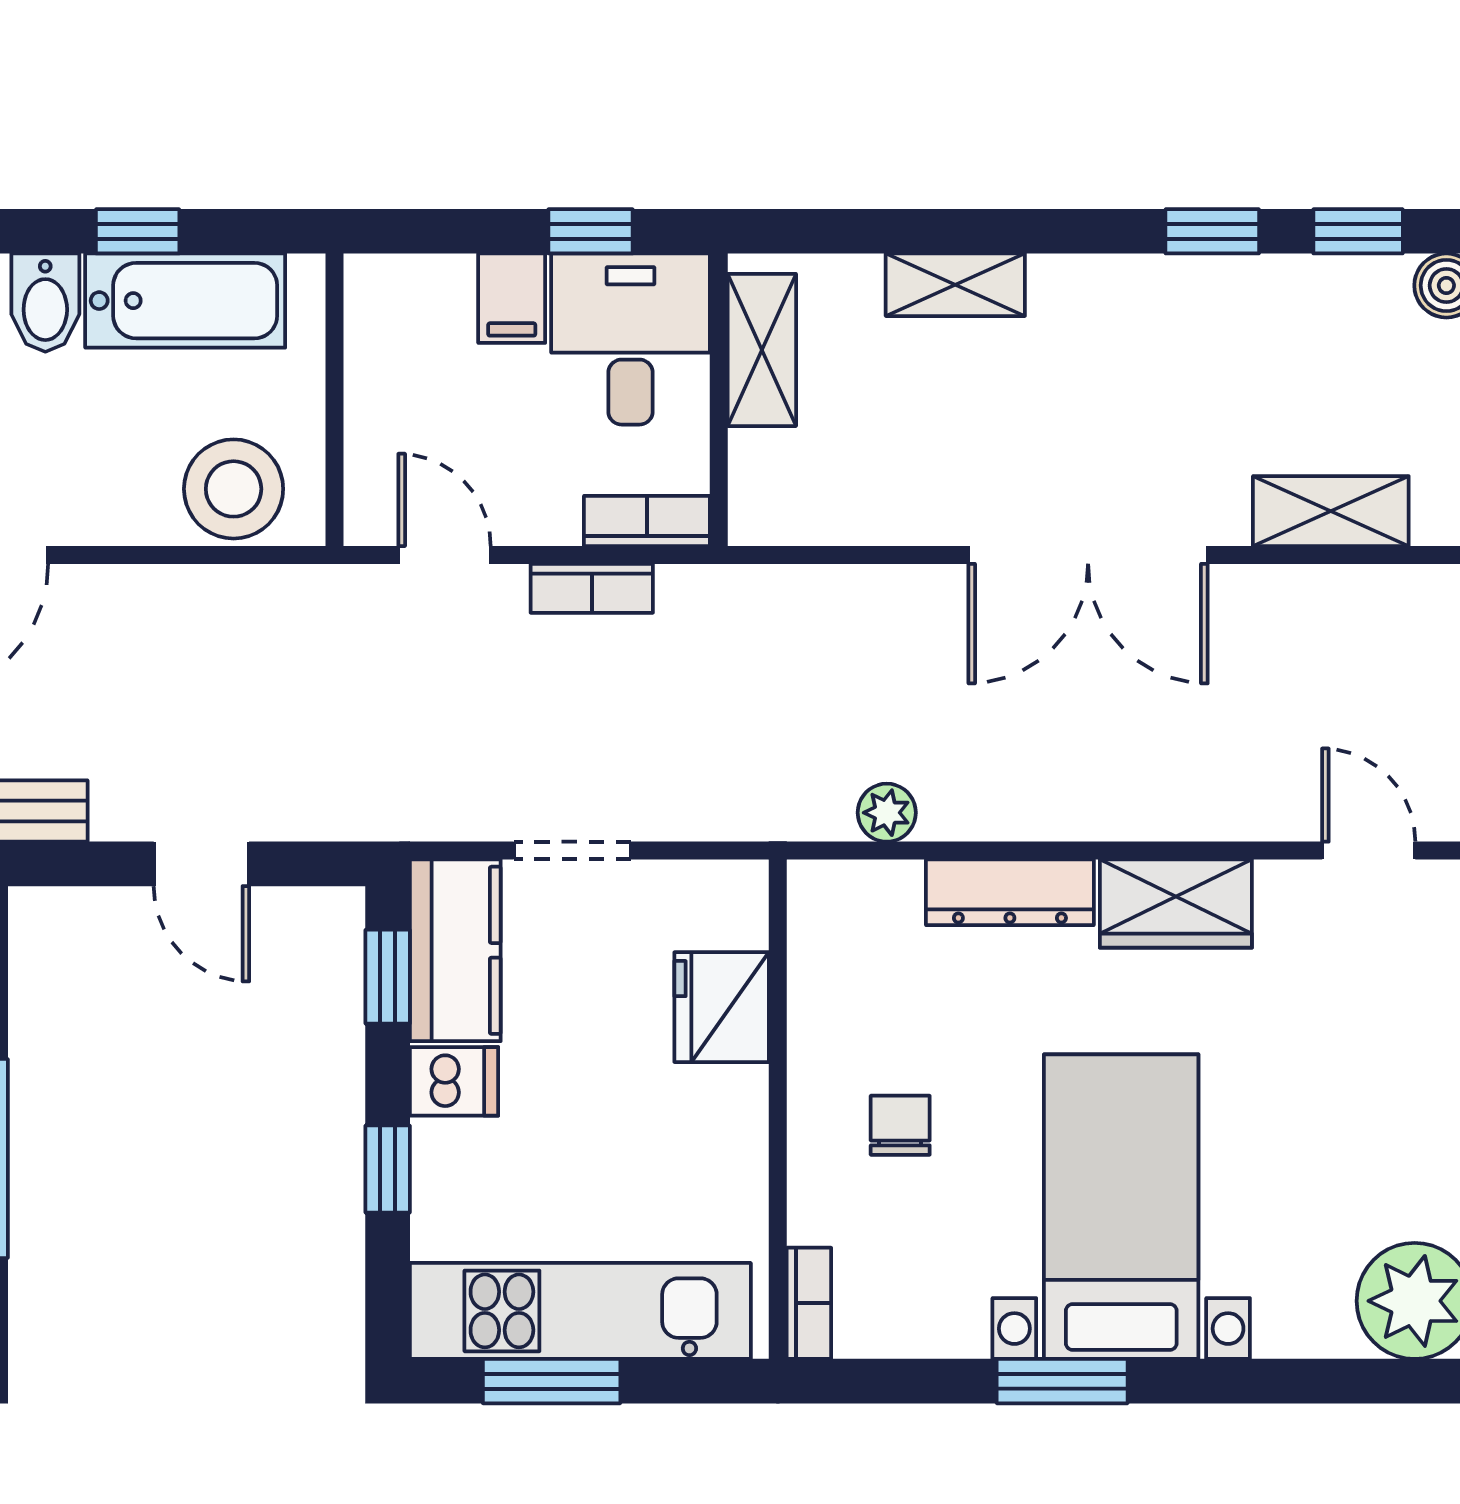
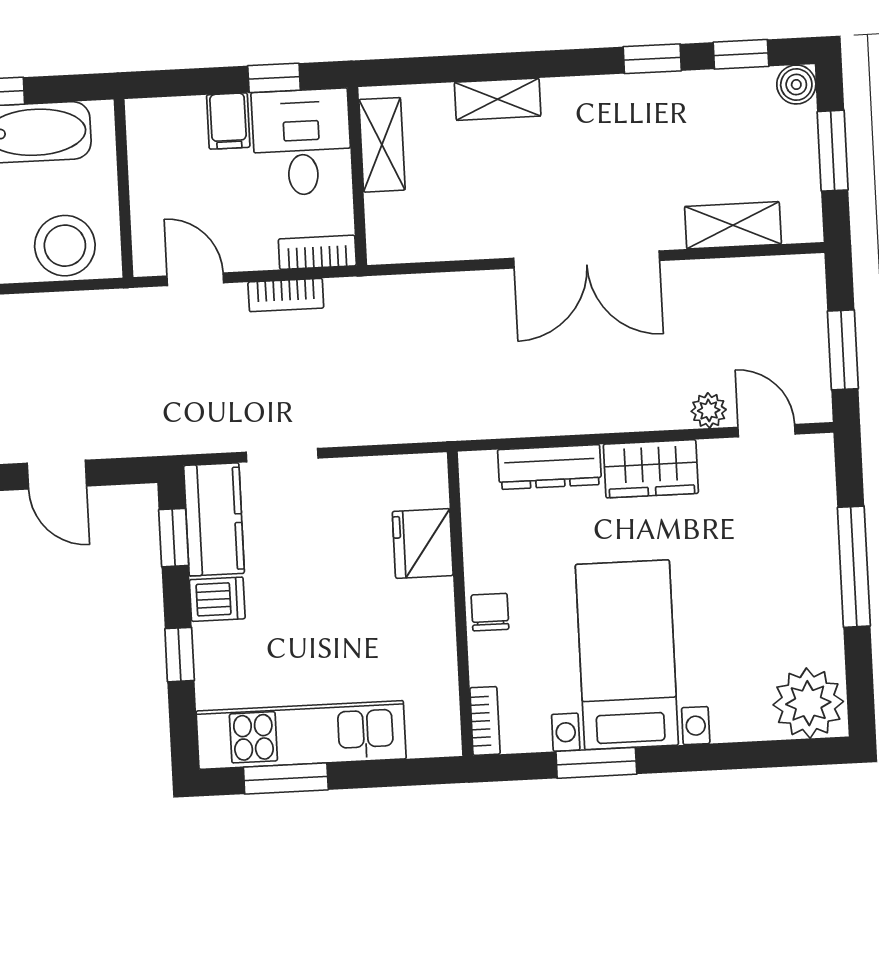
plant: (887, 813) -> (709, 410), moved
fridge: (722, 1007) -> (423, 543), moved
wall: (778, 1109) -> (460, 604), moved
bookcase: (809, 1303) -> (485, 721), moved

